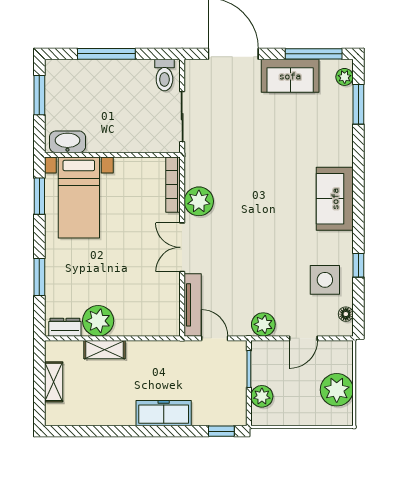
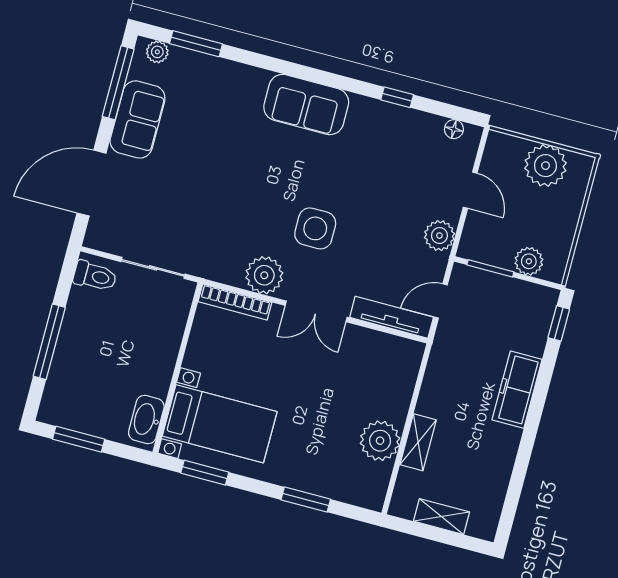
side table: (325, 280) -> (315, 228), moved
dresser: (65, 327) -> (377, 484), removed

